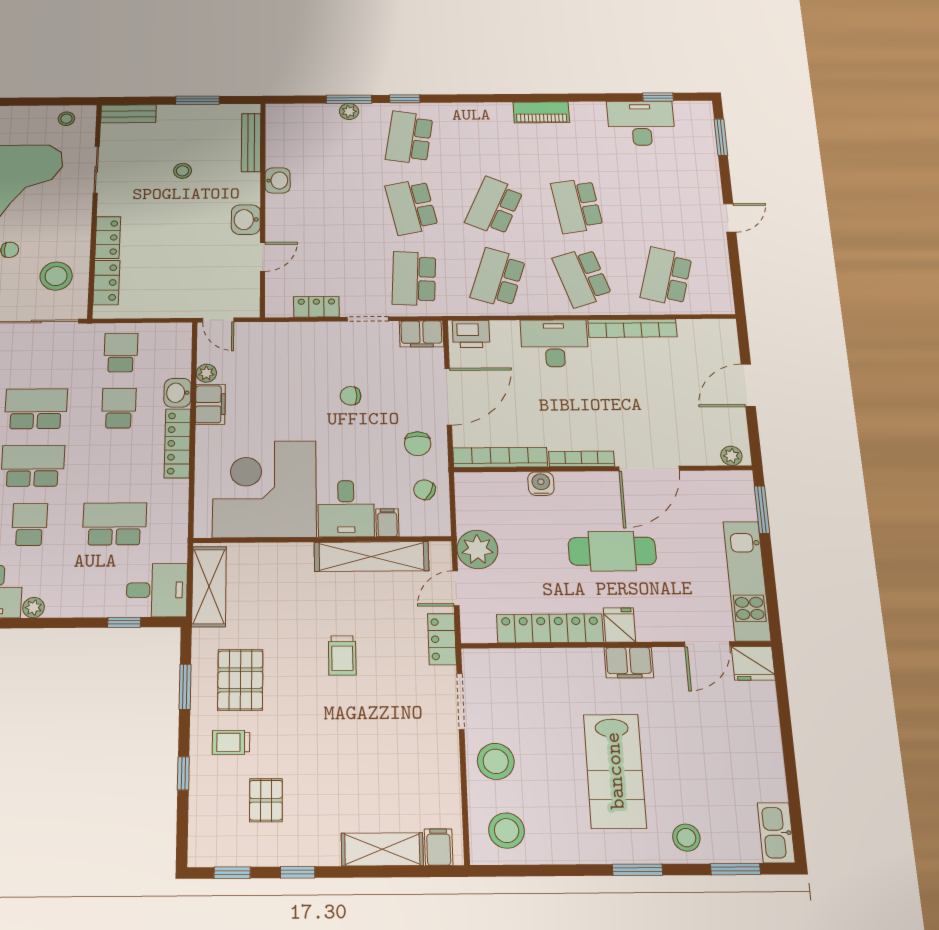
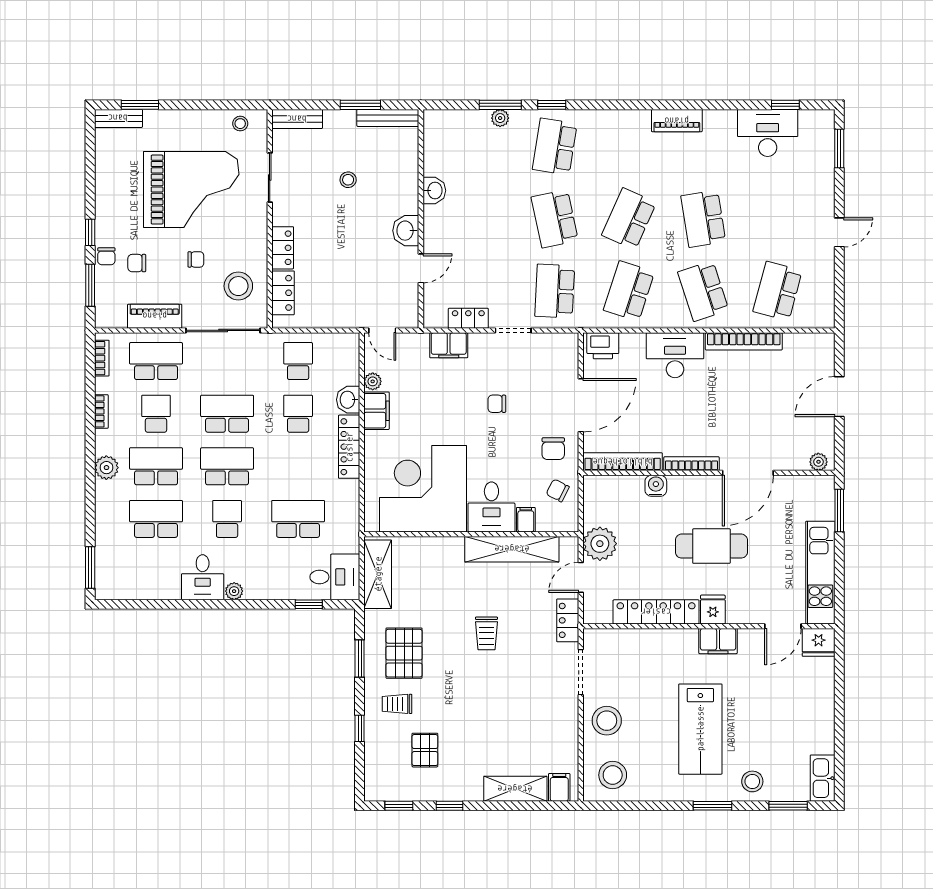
bench: (251, 143) -> (388, 118), moved, turned 90
filing cabinet: (421, 334) -> (449, 345), moved

